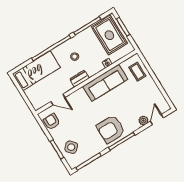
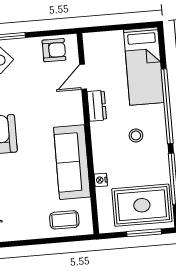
dresser: (80, 79) -> (97, 106), moved

